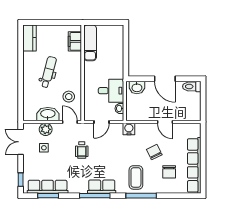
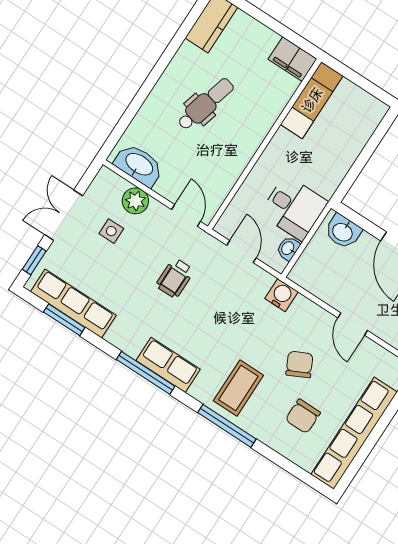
filing cabinet: (75, 41) -> (293, 59), moved, turned -90
stool: (69, 97) -> (213, 170), removed
washbasin: (48, 114) -> (139, 165), moved
door: (101, 122) -> (241, 252), swing flipped
double door: (21, 142) -> (64, 215), moved

